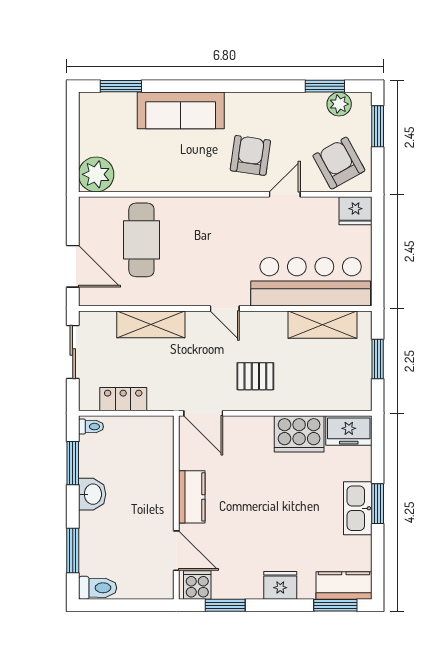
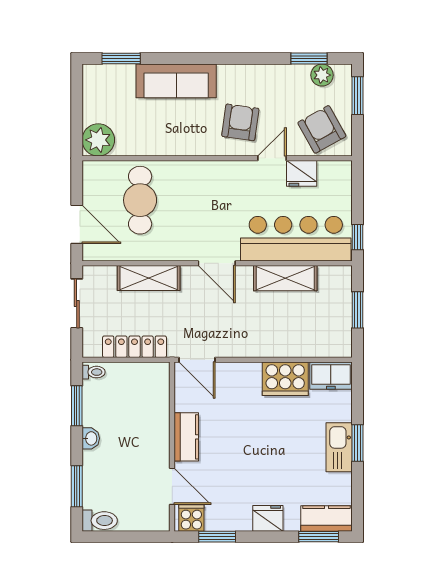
fridge: (355, 211) -> (302, 173), moved
window: (378, 280) -> (358, 237), added
door: (225, 308) -> (217, 263), width x1.38
shelving: (322, 325) -> (285, 278), moved
pallet: (255, 376) -> (245, 326), removed
locker: (123, 399) -> (134, 347), width x1.53
washbasin: (92, 494) -> (91, 438), width x0.72, depth x0.69

